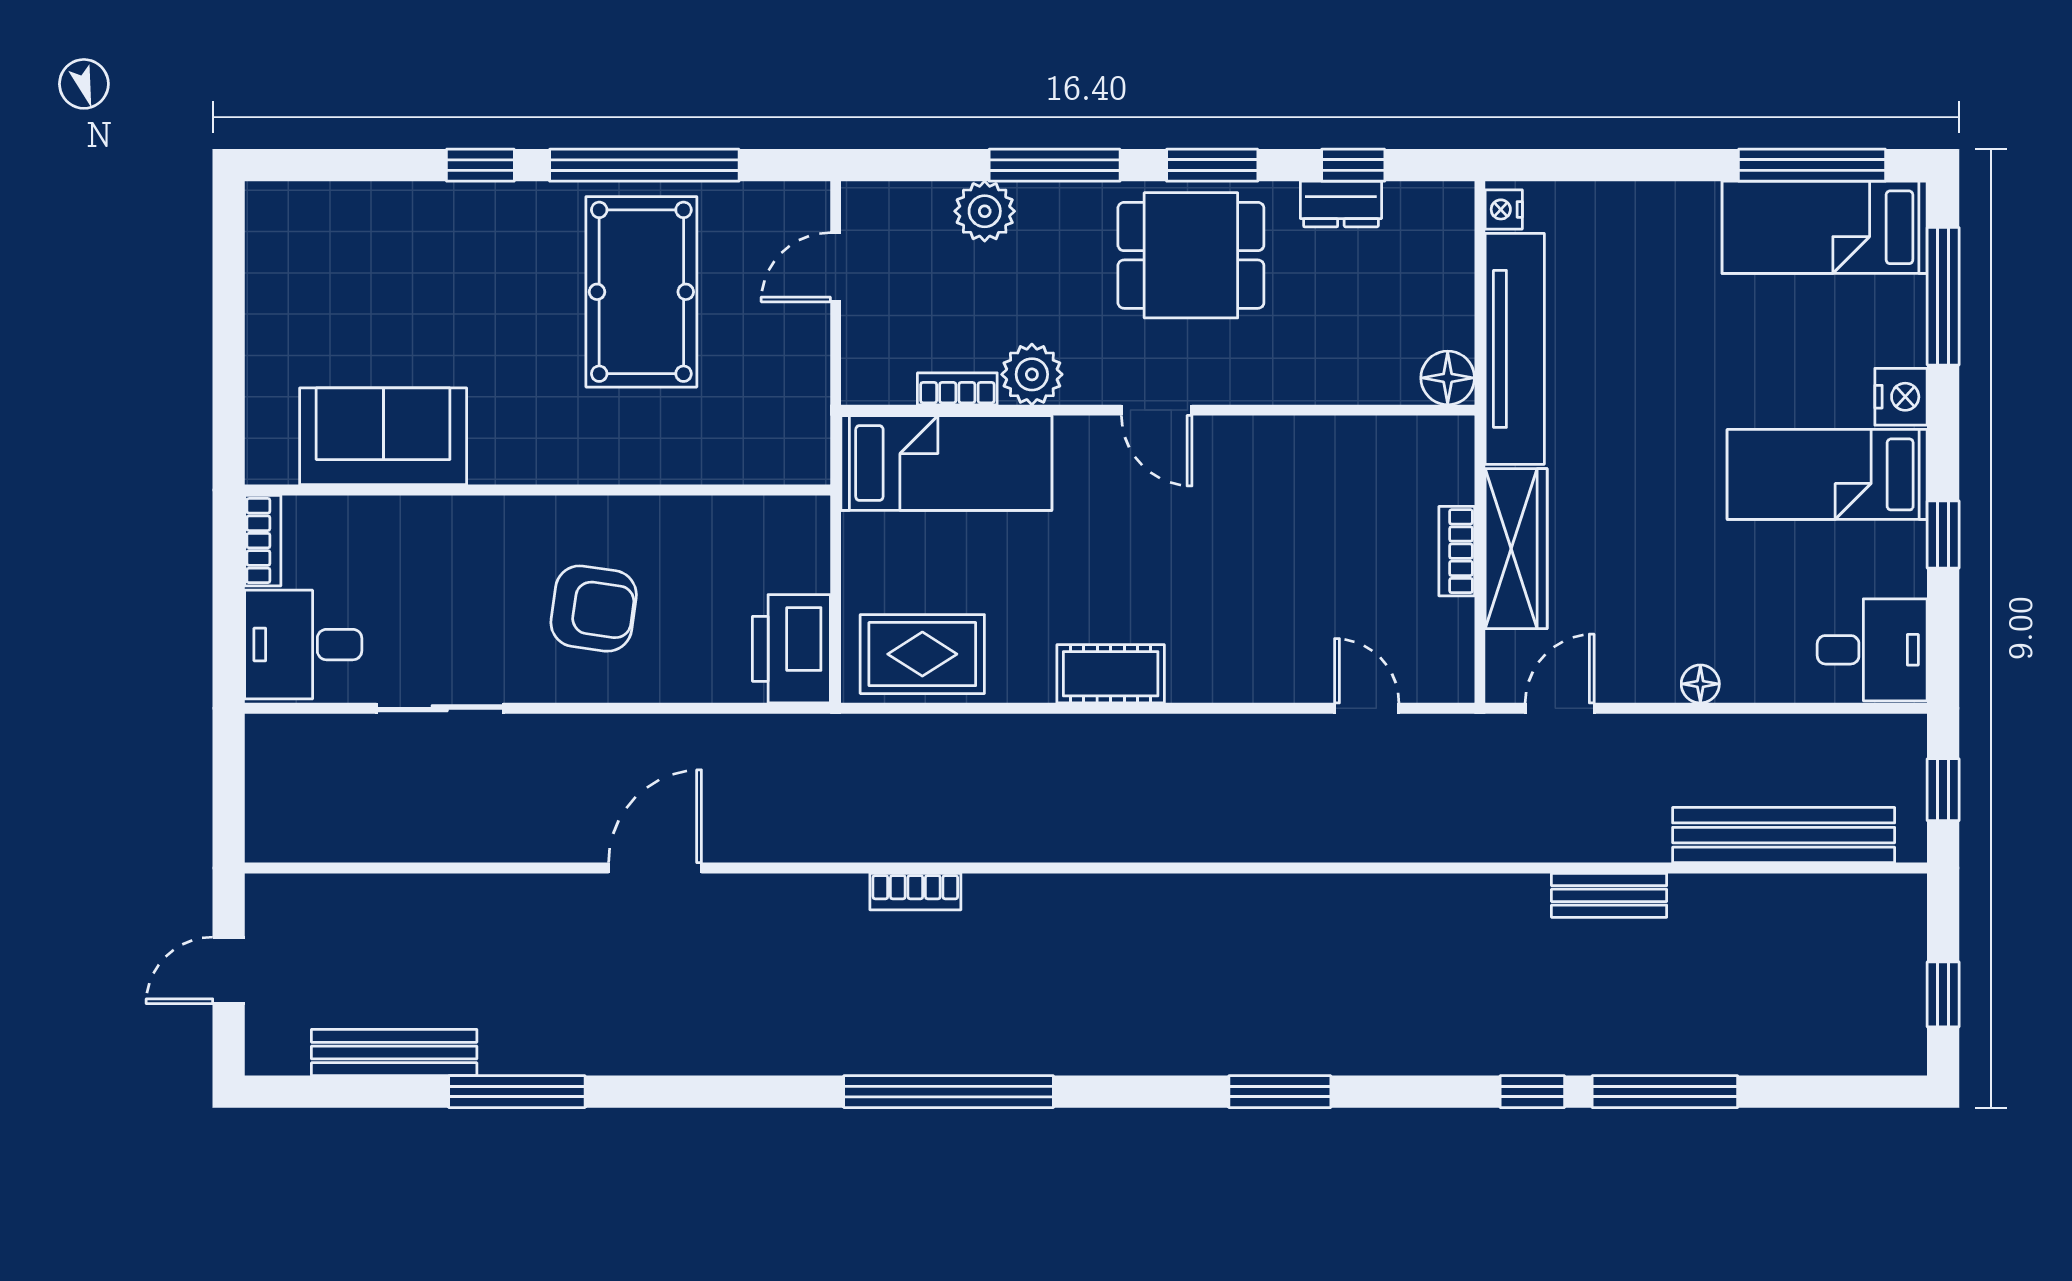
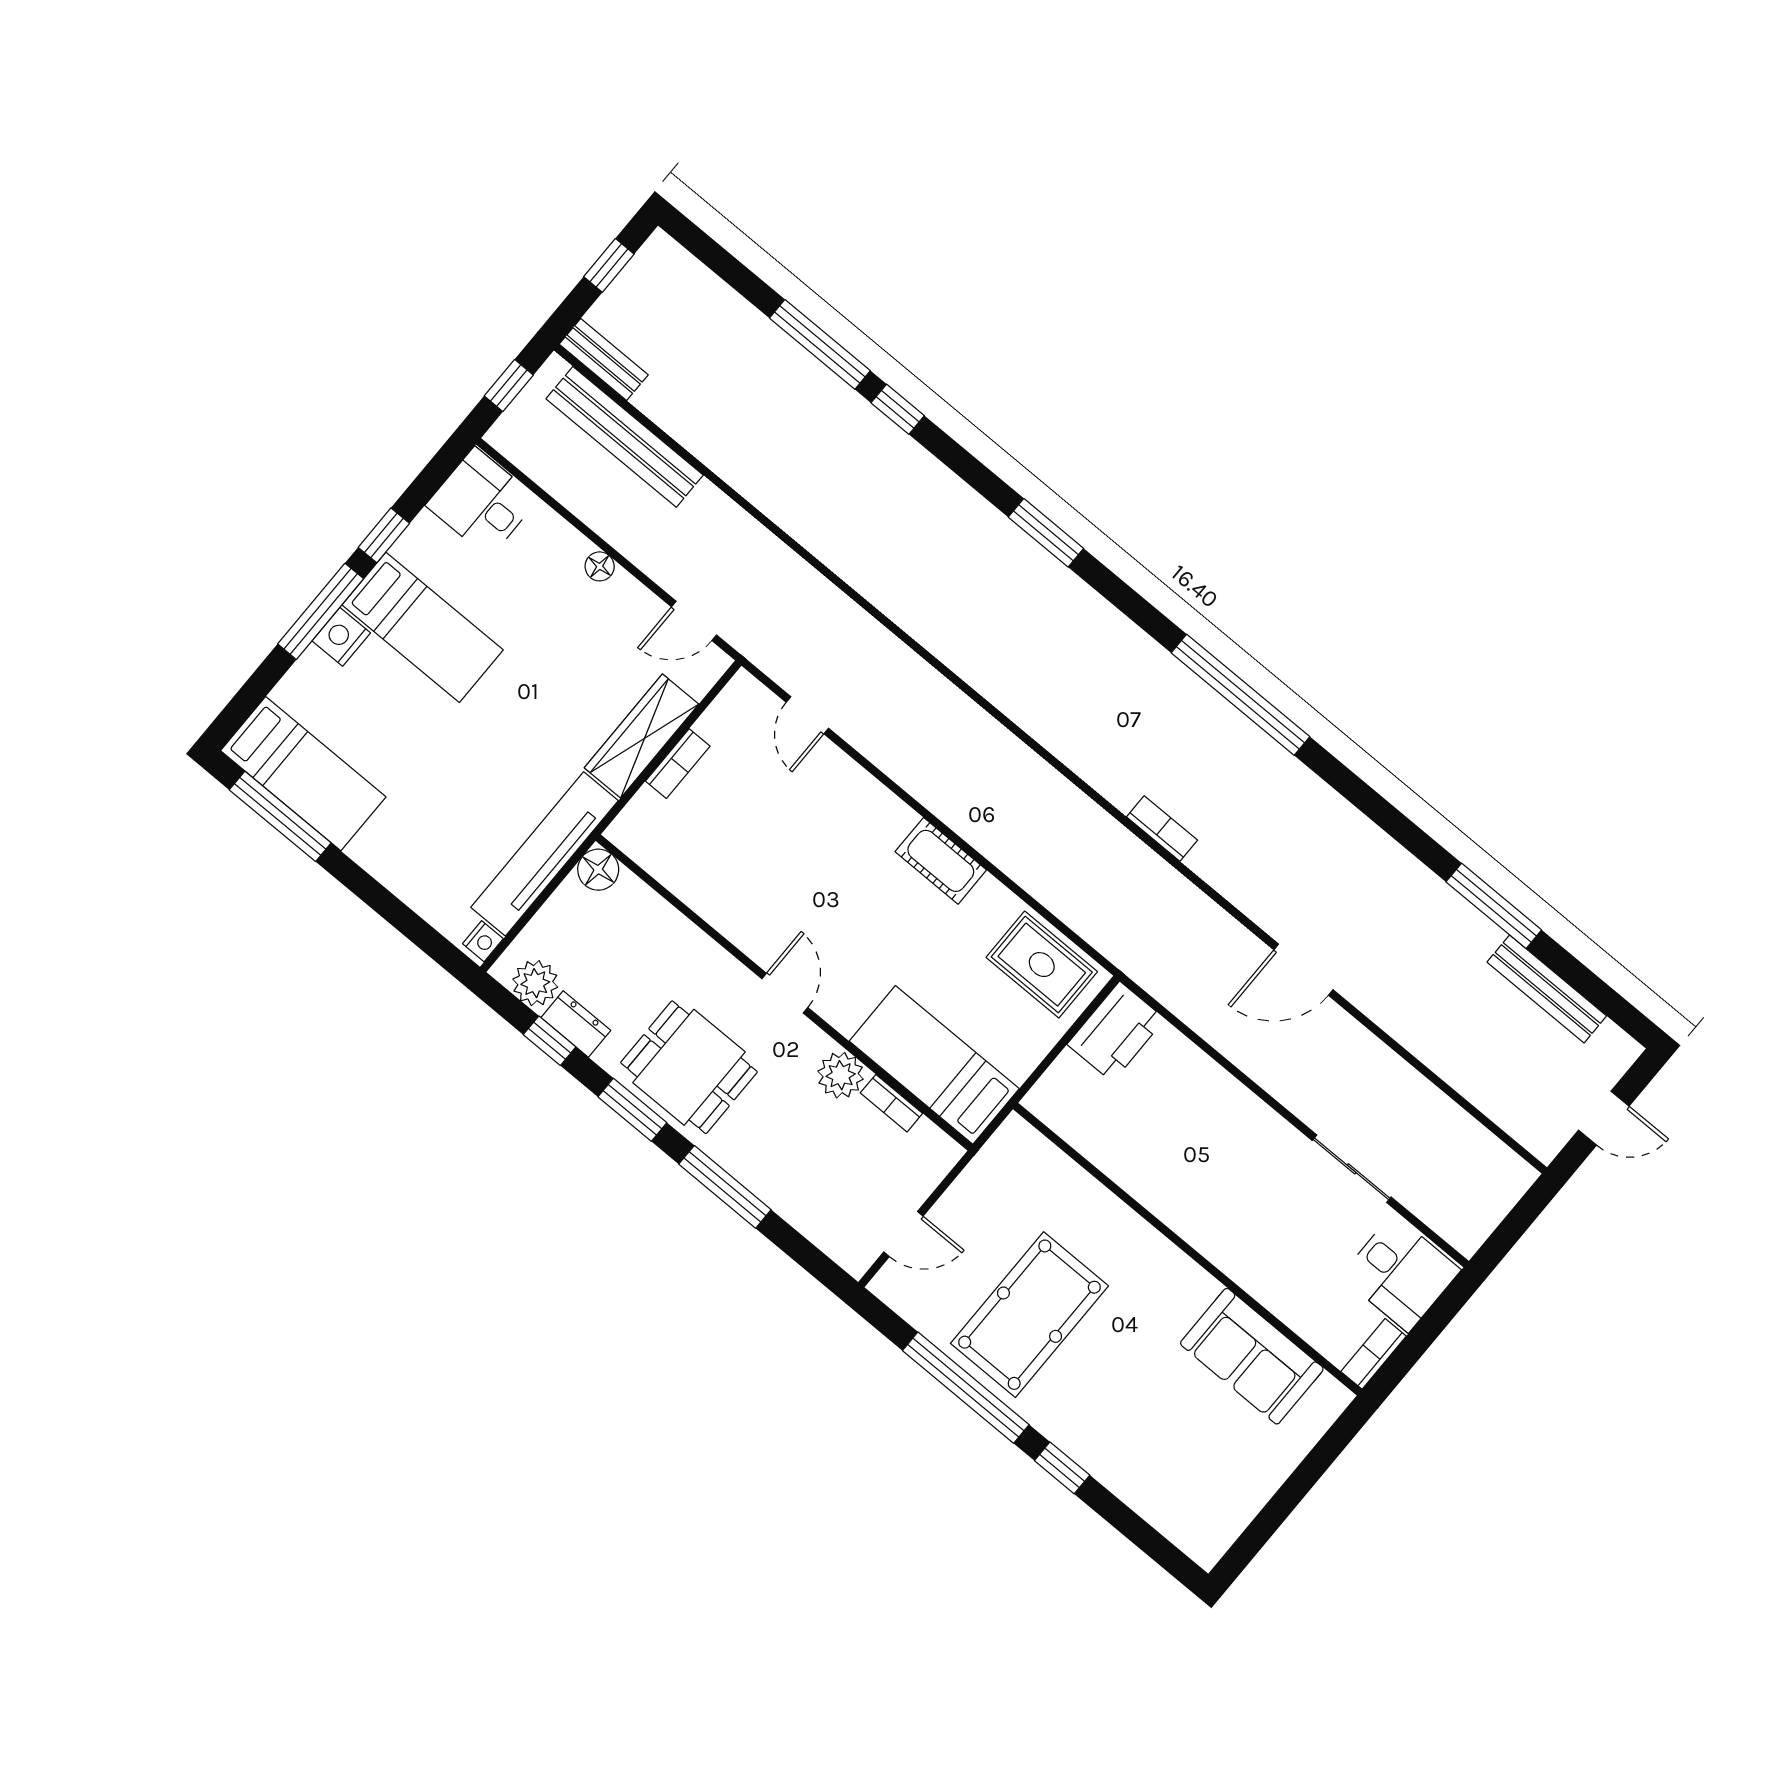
plant: (985, 211) -> (535, 983), moved
window: (1943, 296) -> (321, 611), moved
armchair: (594, 609) -> (1212, 1152), removed
bench: (1609, 895) -> (604, 360), moved

